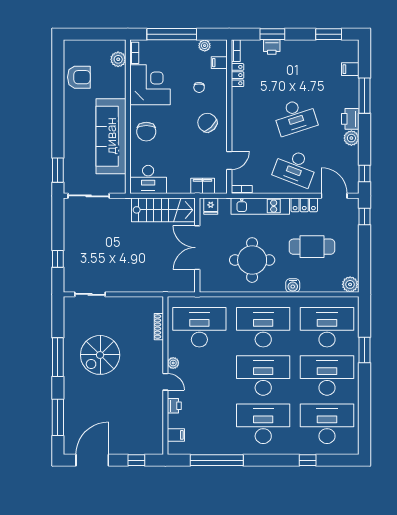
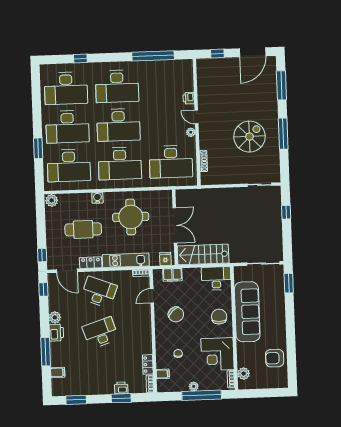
plant: (205, 46) -> (194, 386), moved
chair: (207, 123) -> (176, 314), moved
filing cabinet: (176, 435) -> (186, 75), removed

